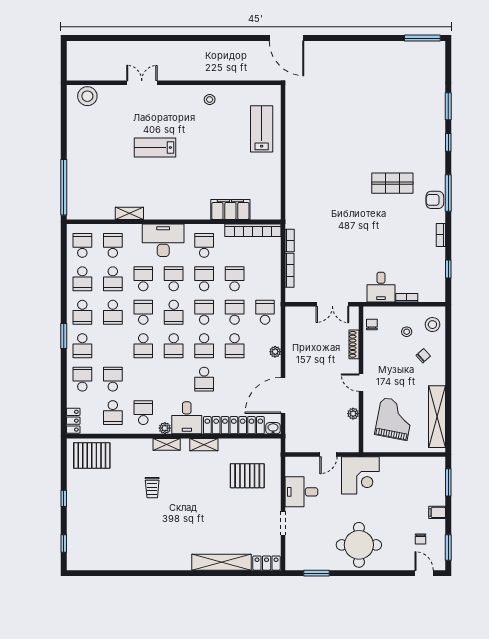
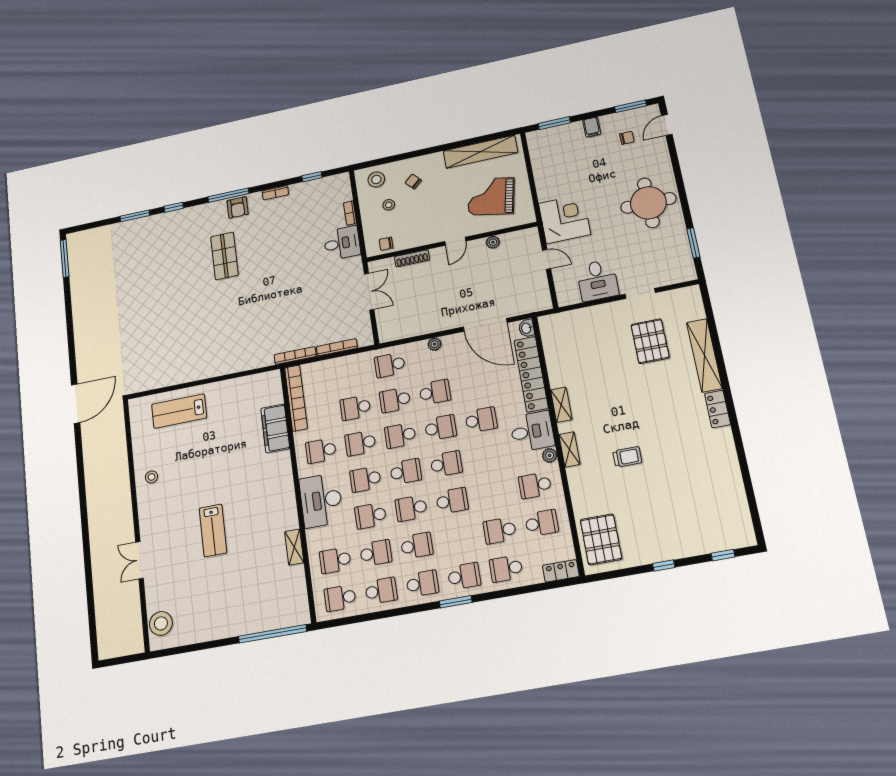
bookcase: (290, 241) -> (295, 356), width x1.56
pallet: (247, 476) -> (650, 341), moved
locker: (267, 563) -> (717, 409), moved

